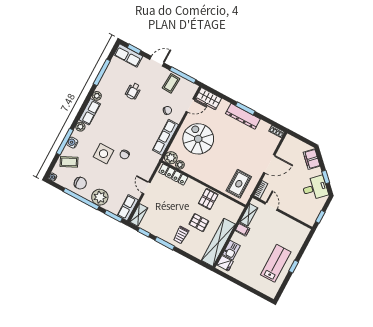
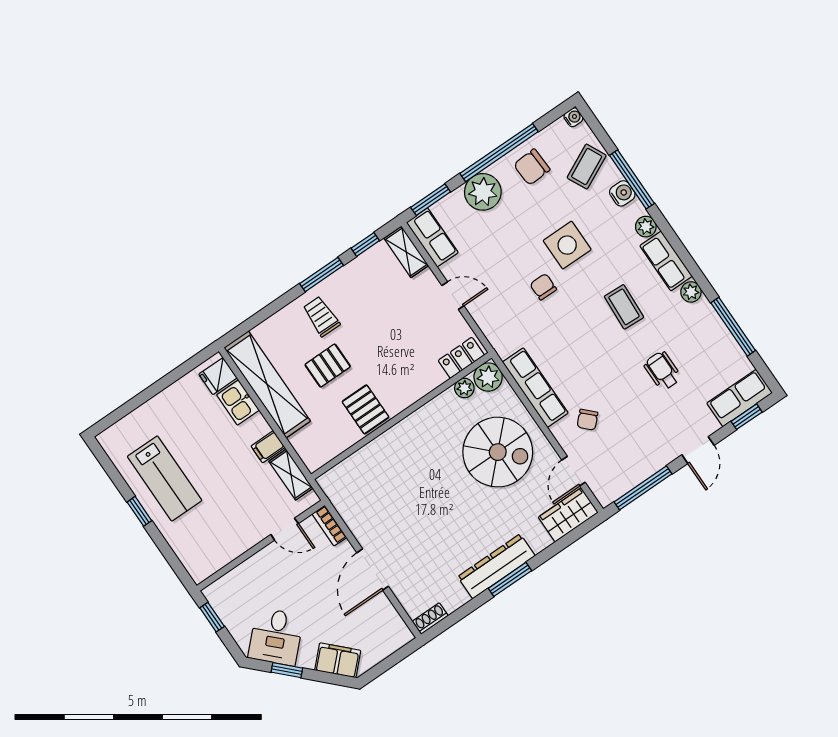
coffee table: (171, 83) -> (624, 307), moved
locker: (173, 175) -> (461, 358), width x0.66
rug: (239, 184) -> (364, 487), removed

